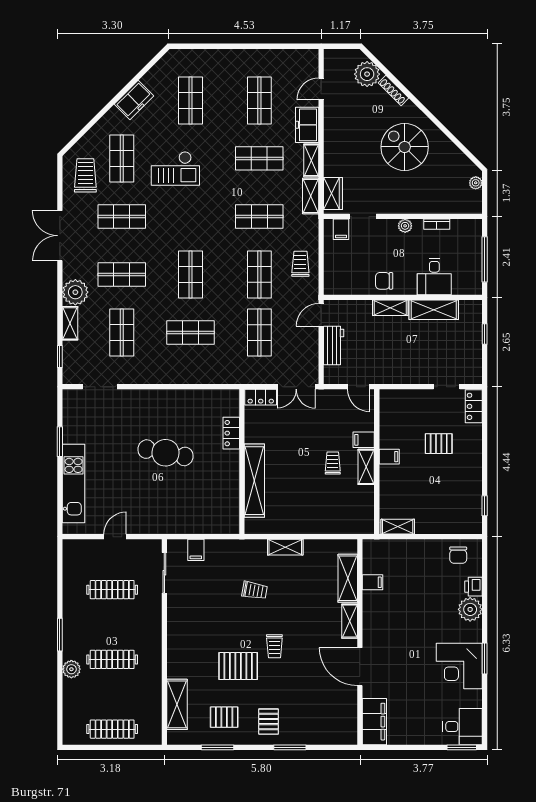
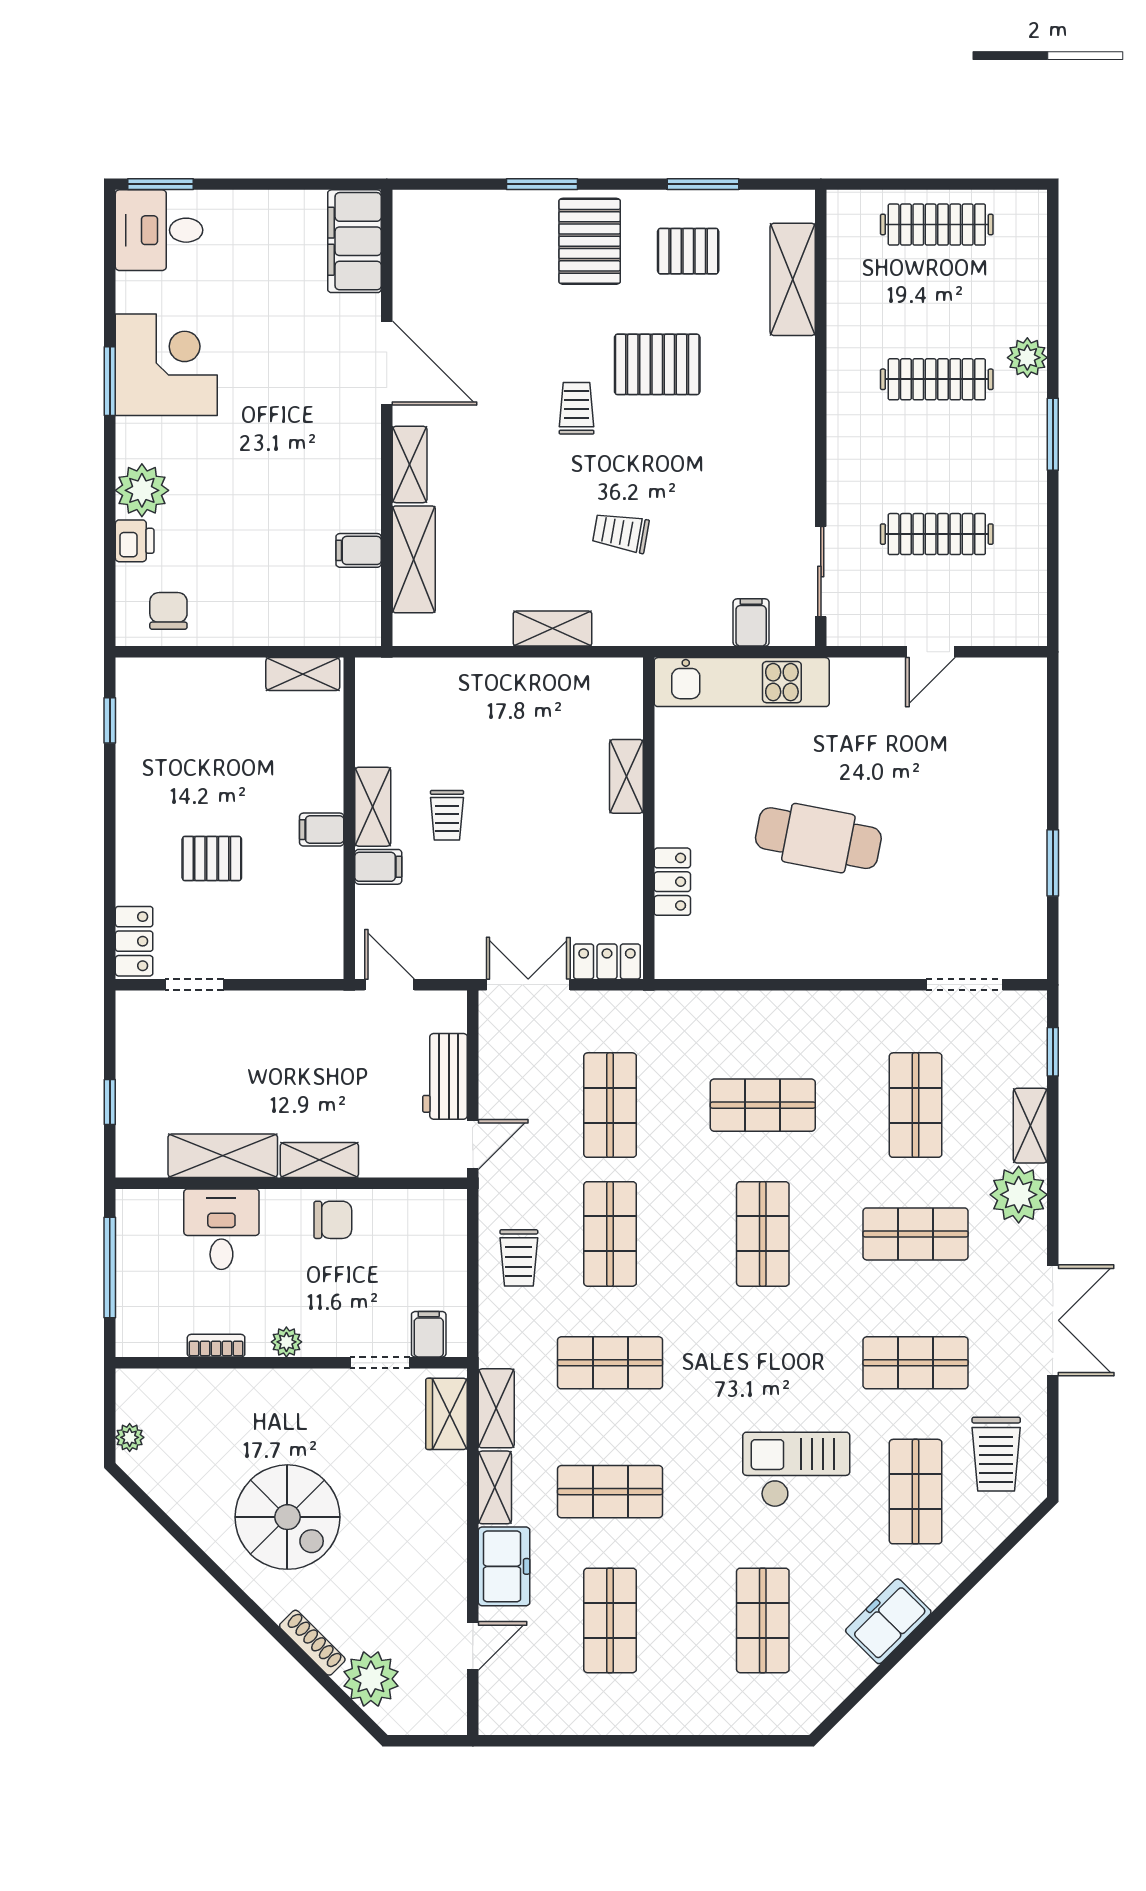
shelving: (254, 481) -> (626, 776), width x0.45, depth x0.75
kitchen unit: (74, 484) -> (742, 682), moved, turned -90
pallet: (269, 722) -> (590, 241), width x1.50, depth x1.42

